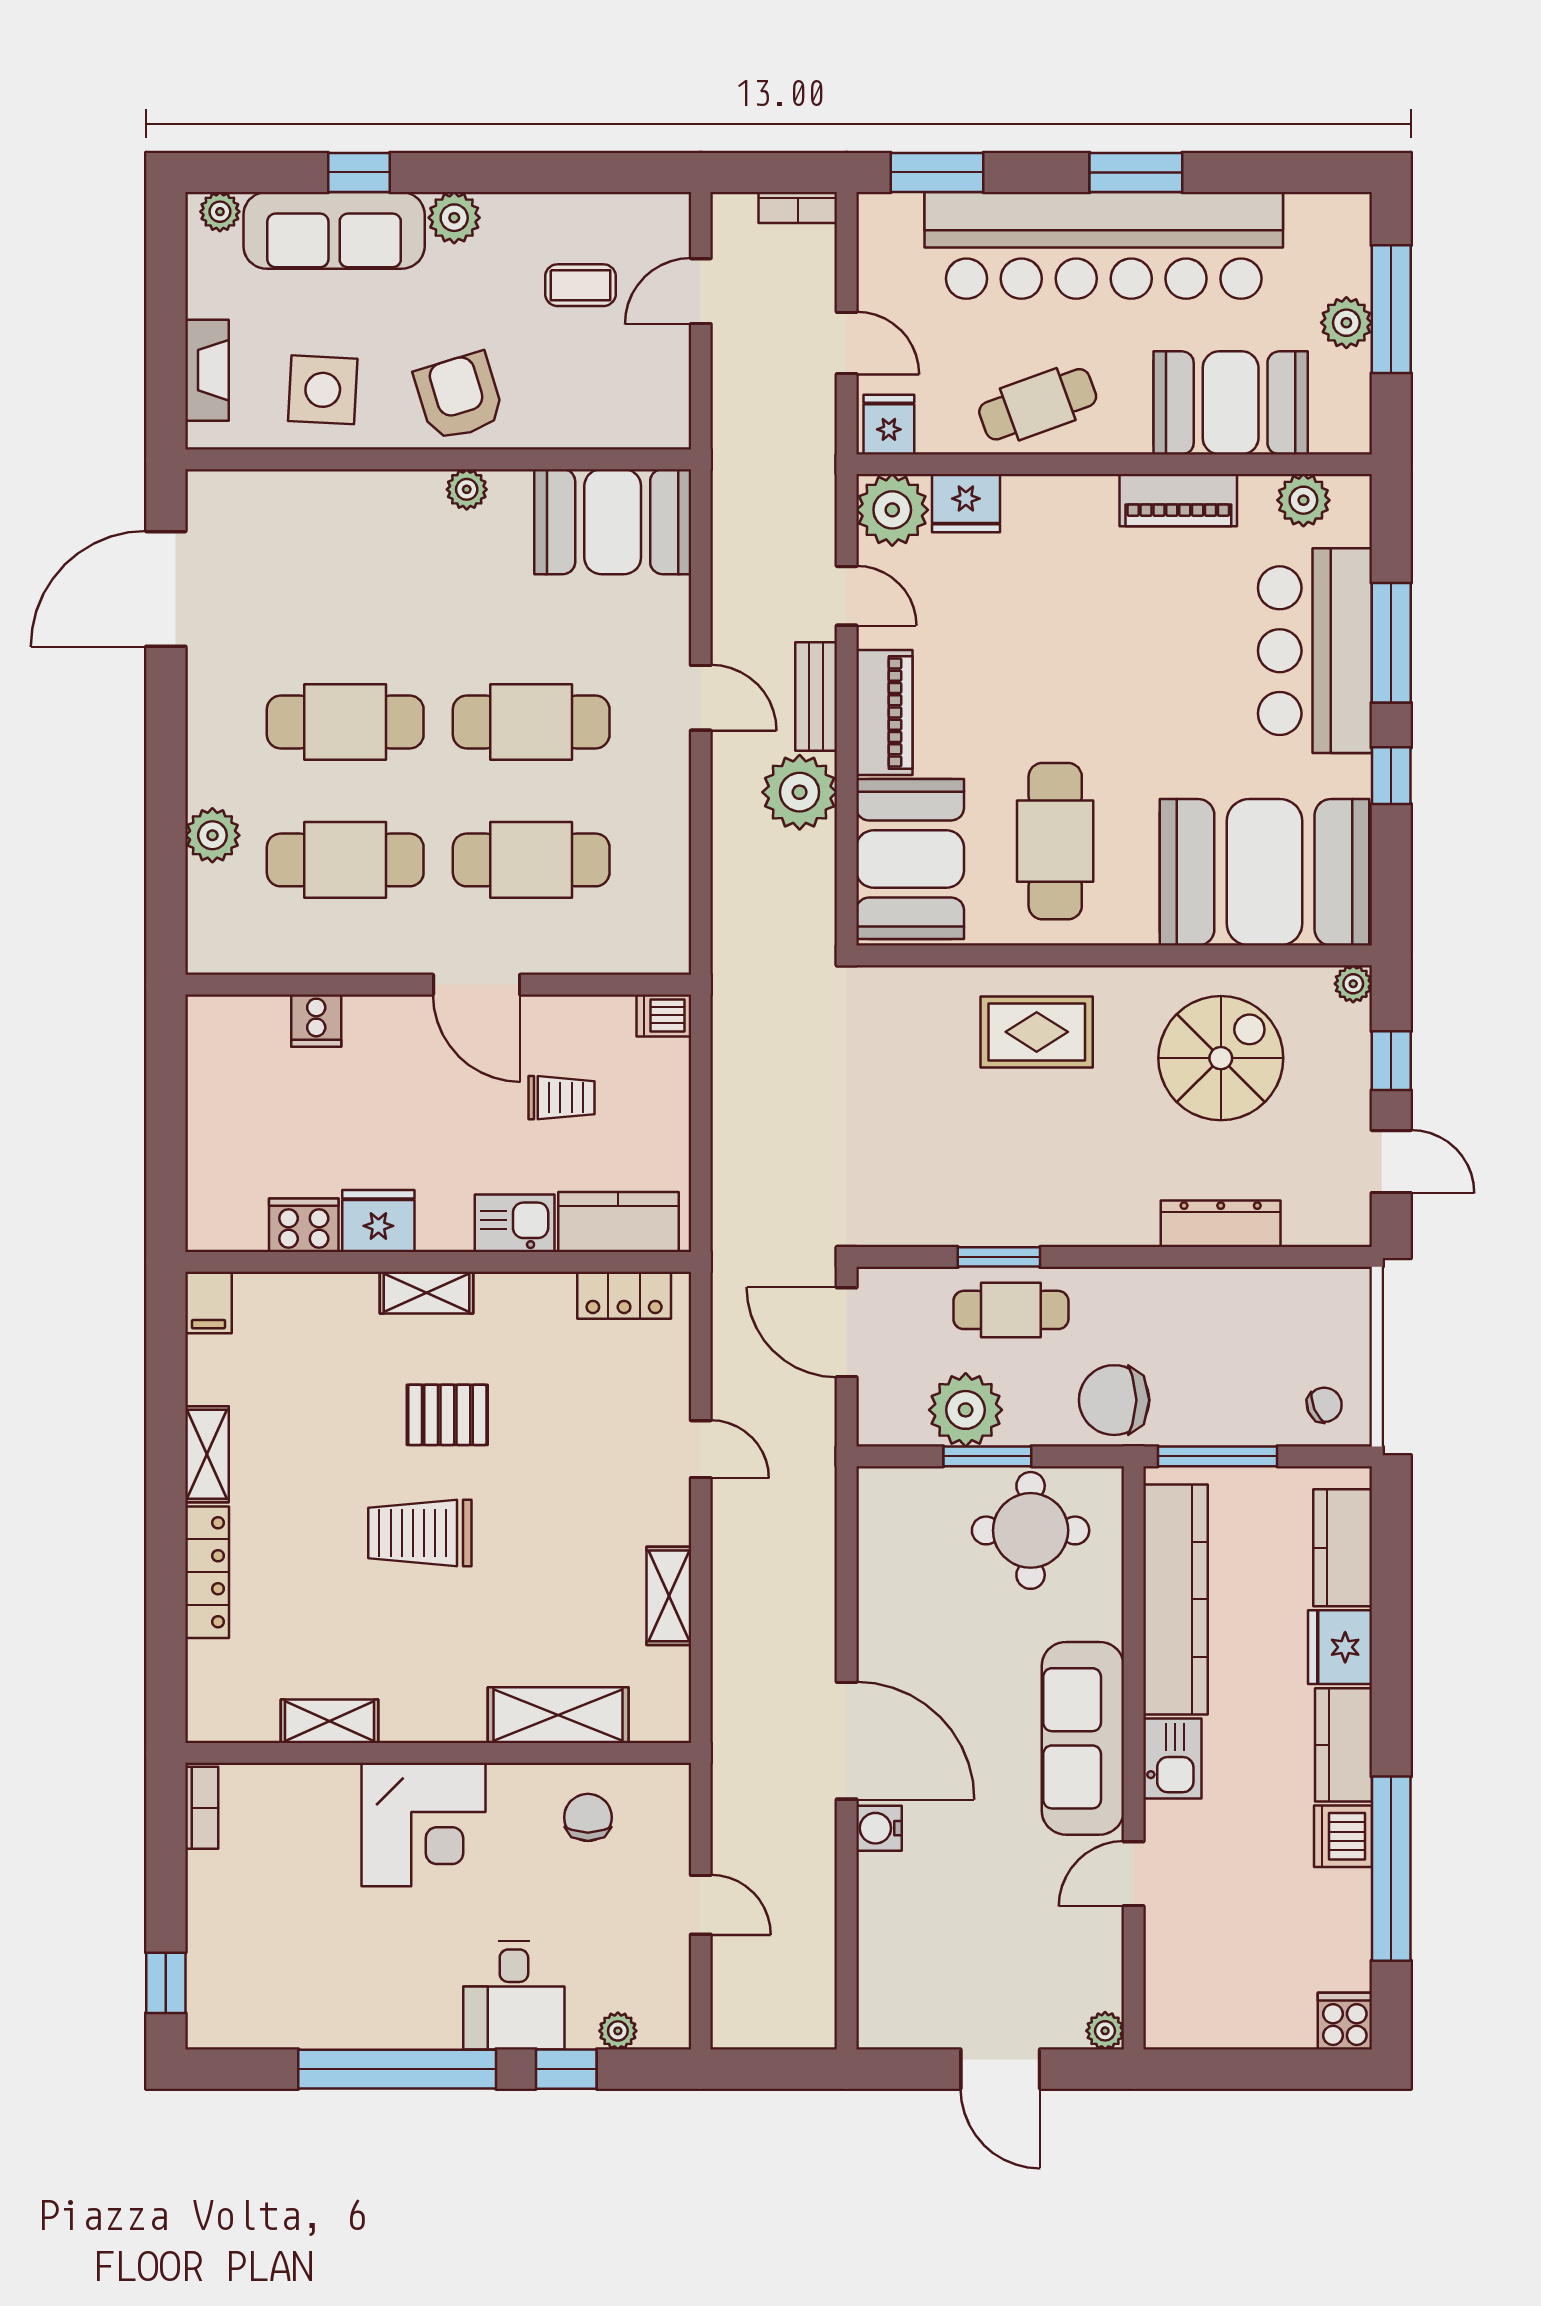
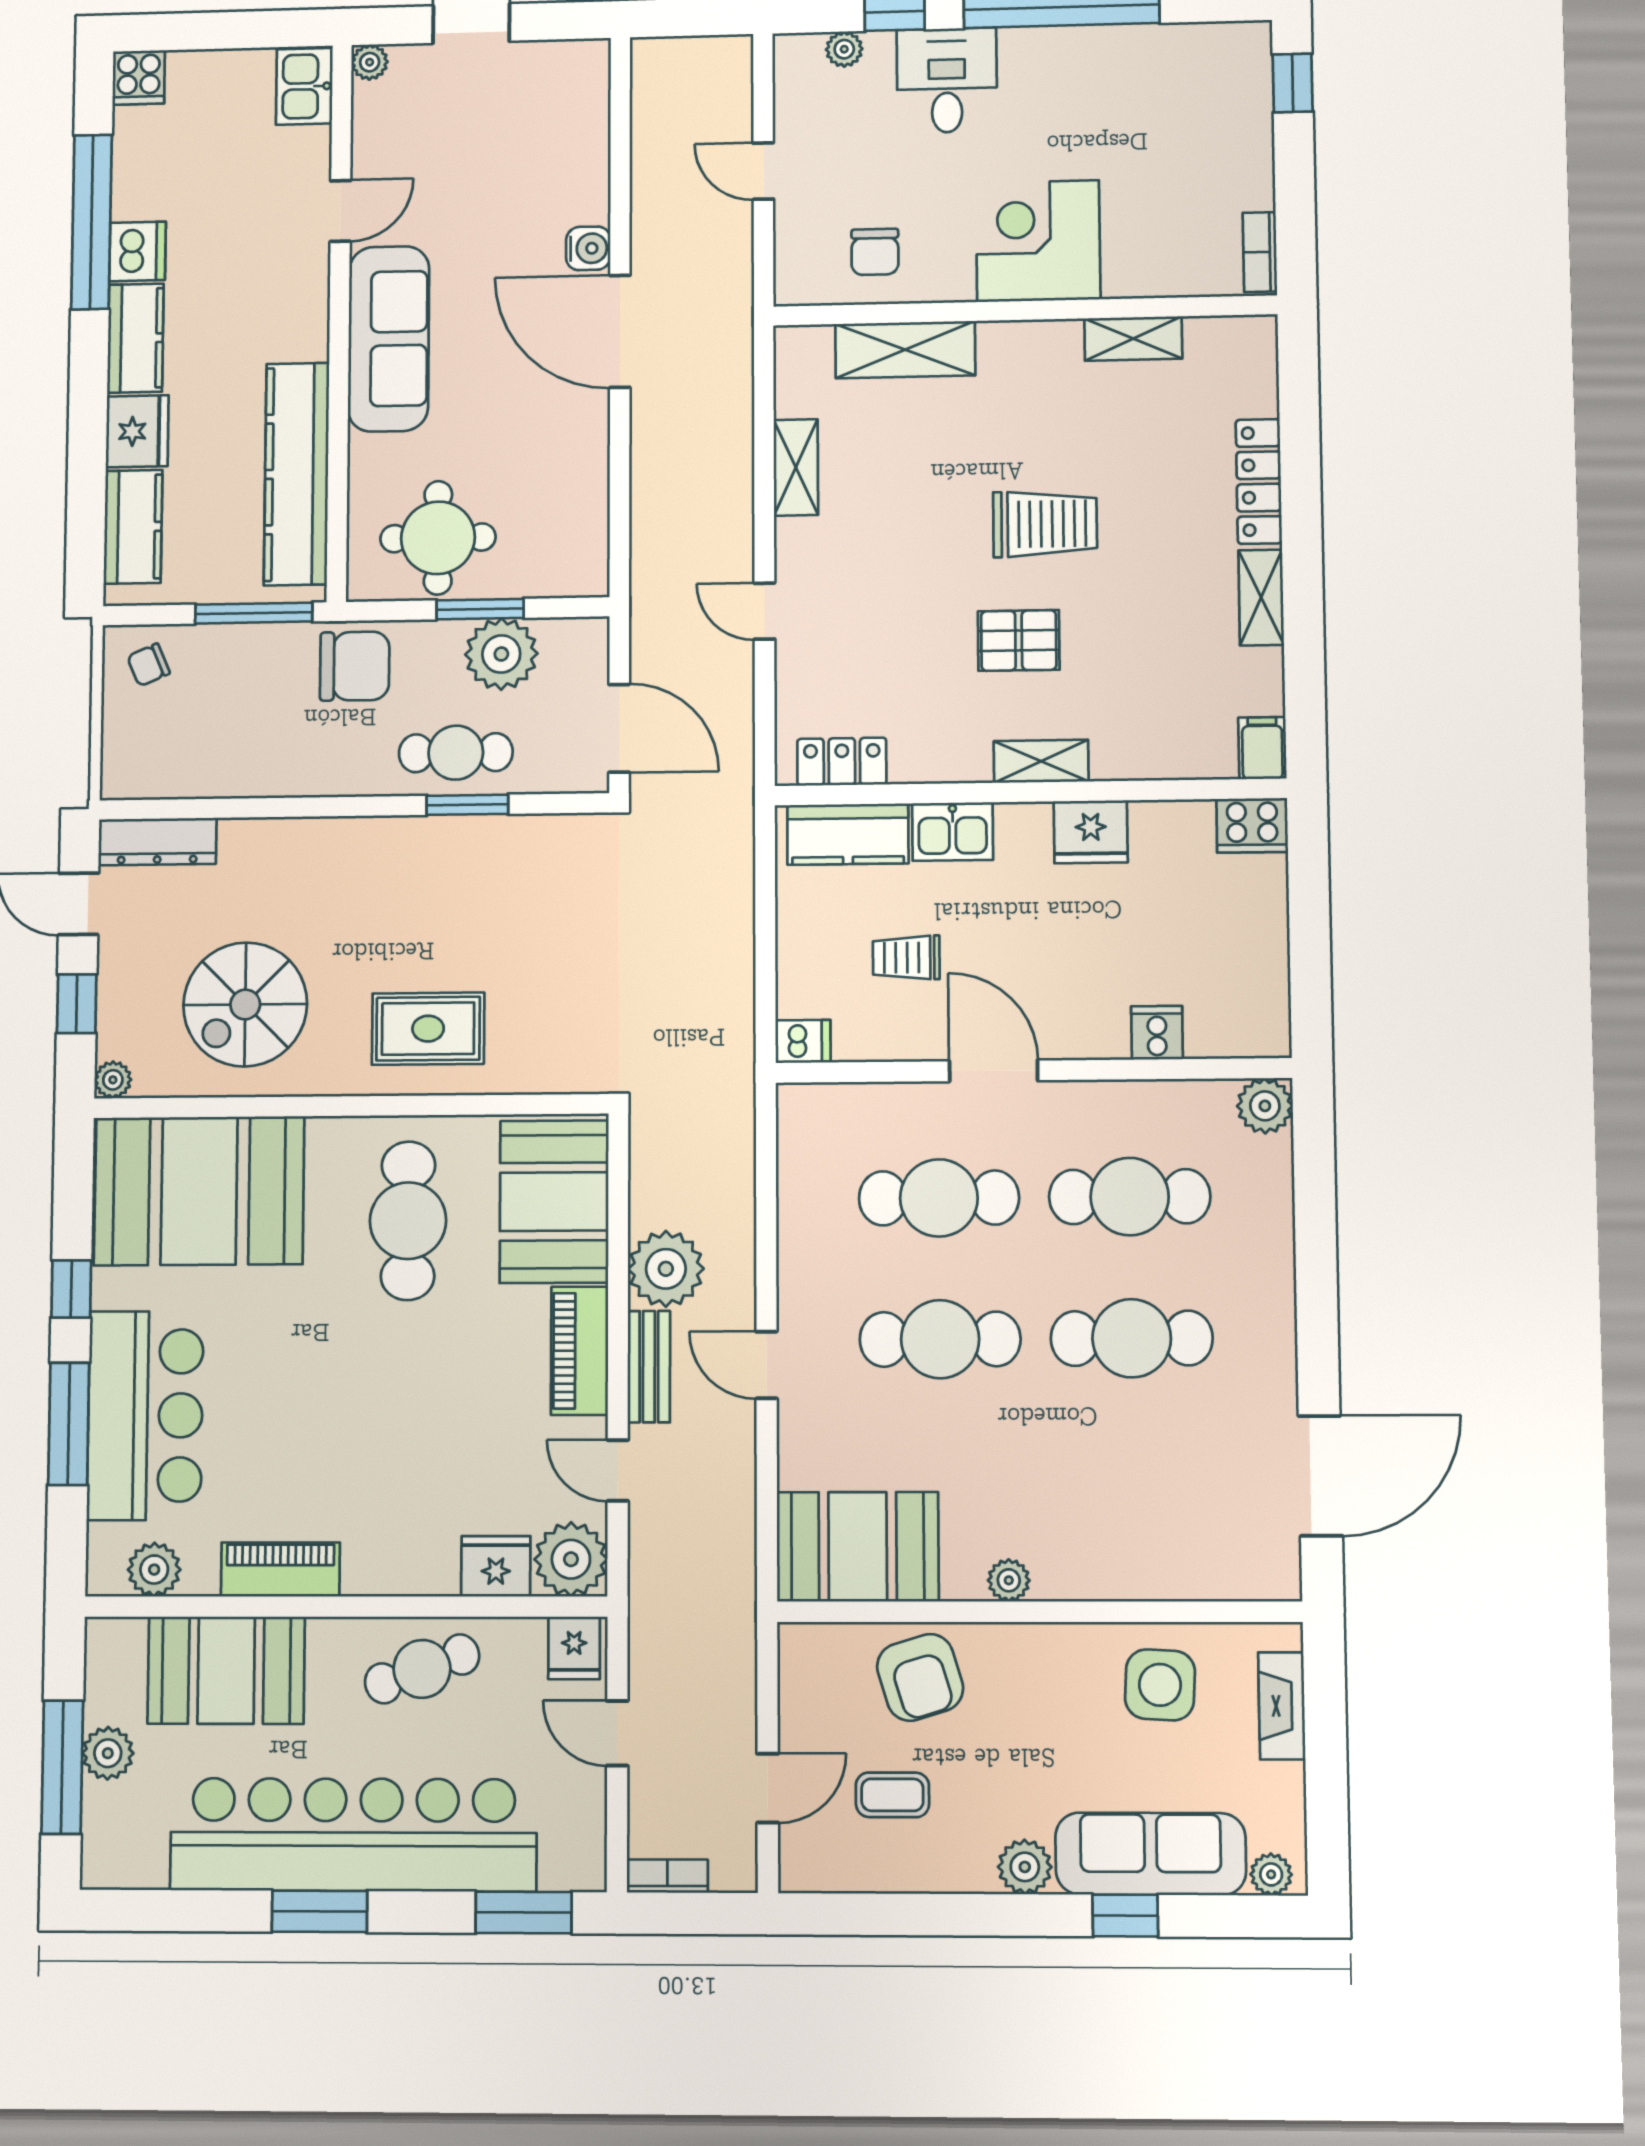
armchair: (459, 397) -> (920, 1677), moved
plant: (212, 835) -> (1265, 1106), moved
dresser: (1221, 1224) -> (157, 842), moved
cooker: (304, 1225) -> (1252, 825), moved
kitchen sink: (1172, 1759) -> (304, 86), moved

